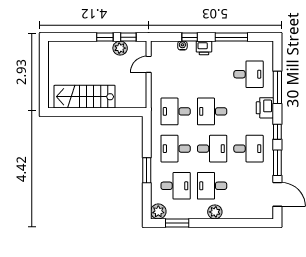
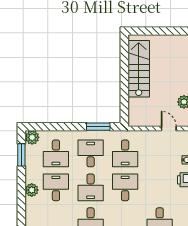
desk: (176, 111) -> (125, 153), turned 180
window: (147, 170) -> (98, 127), moved

